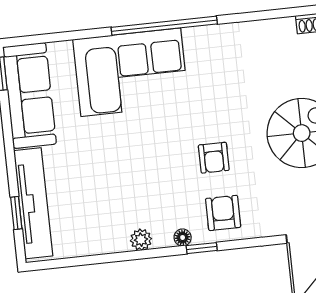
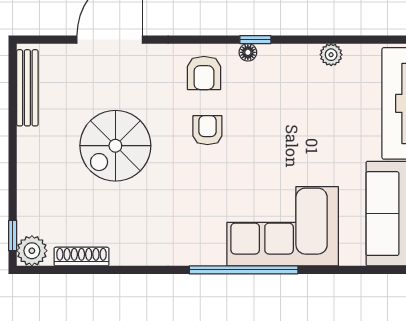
plant: (141, 240) -> (331, 55), moved
window: (202, 248) -> (255, 40), moved

